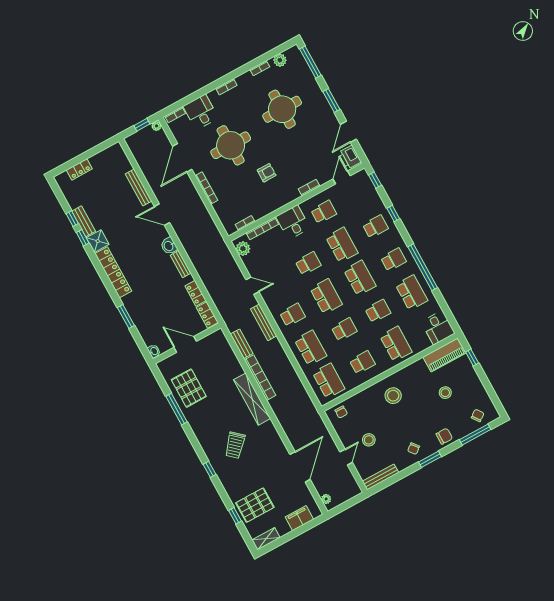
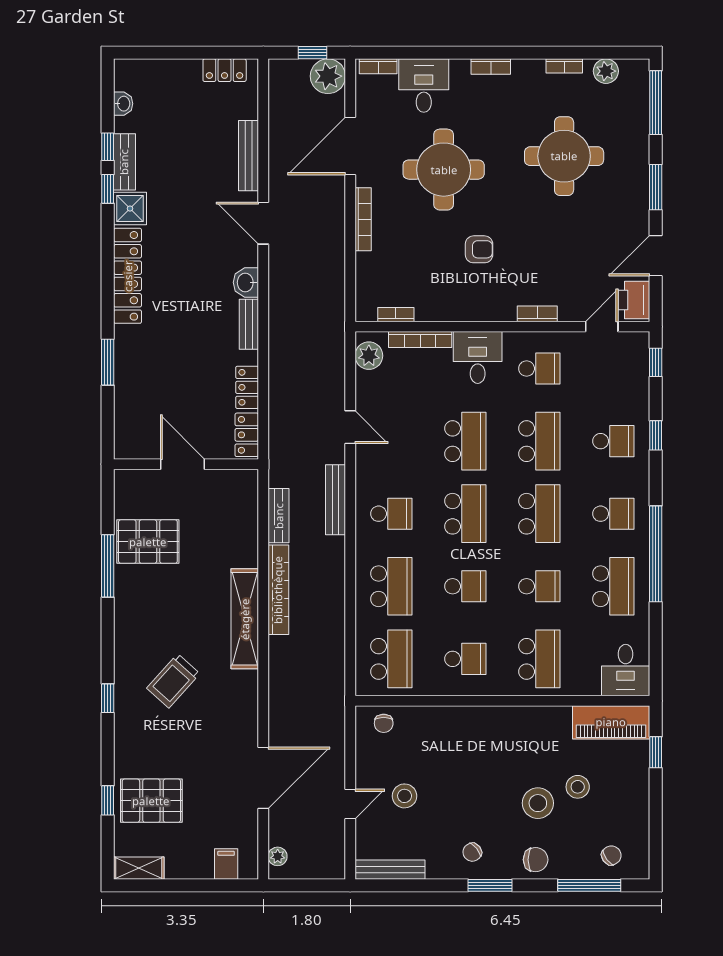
plant: (156, 126) -> (328, 76), width x1.88, depth x1.88
locker: (79, 169) -> (225, 70), moved
school desk: (308, 263) -> (465, 441), width x1.85
washbasin: (154, 351) -> (123, 104), moved
pallet: (189, 388) -> (148, 542), turned 90
stool: (393, 396) -> (538, 803), moved
filing cabinet: (299, 518) -> (226, 864), width x0.50

